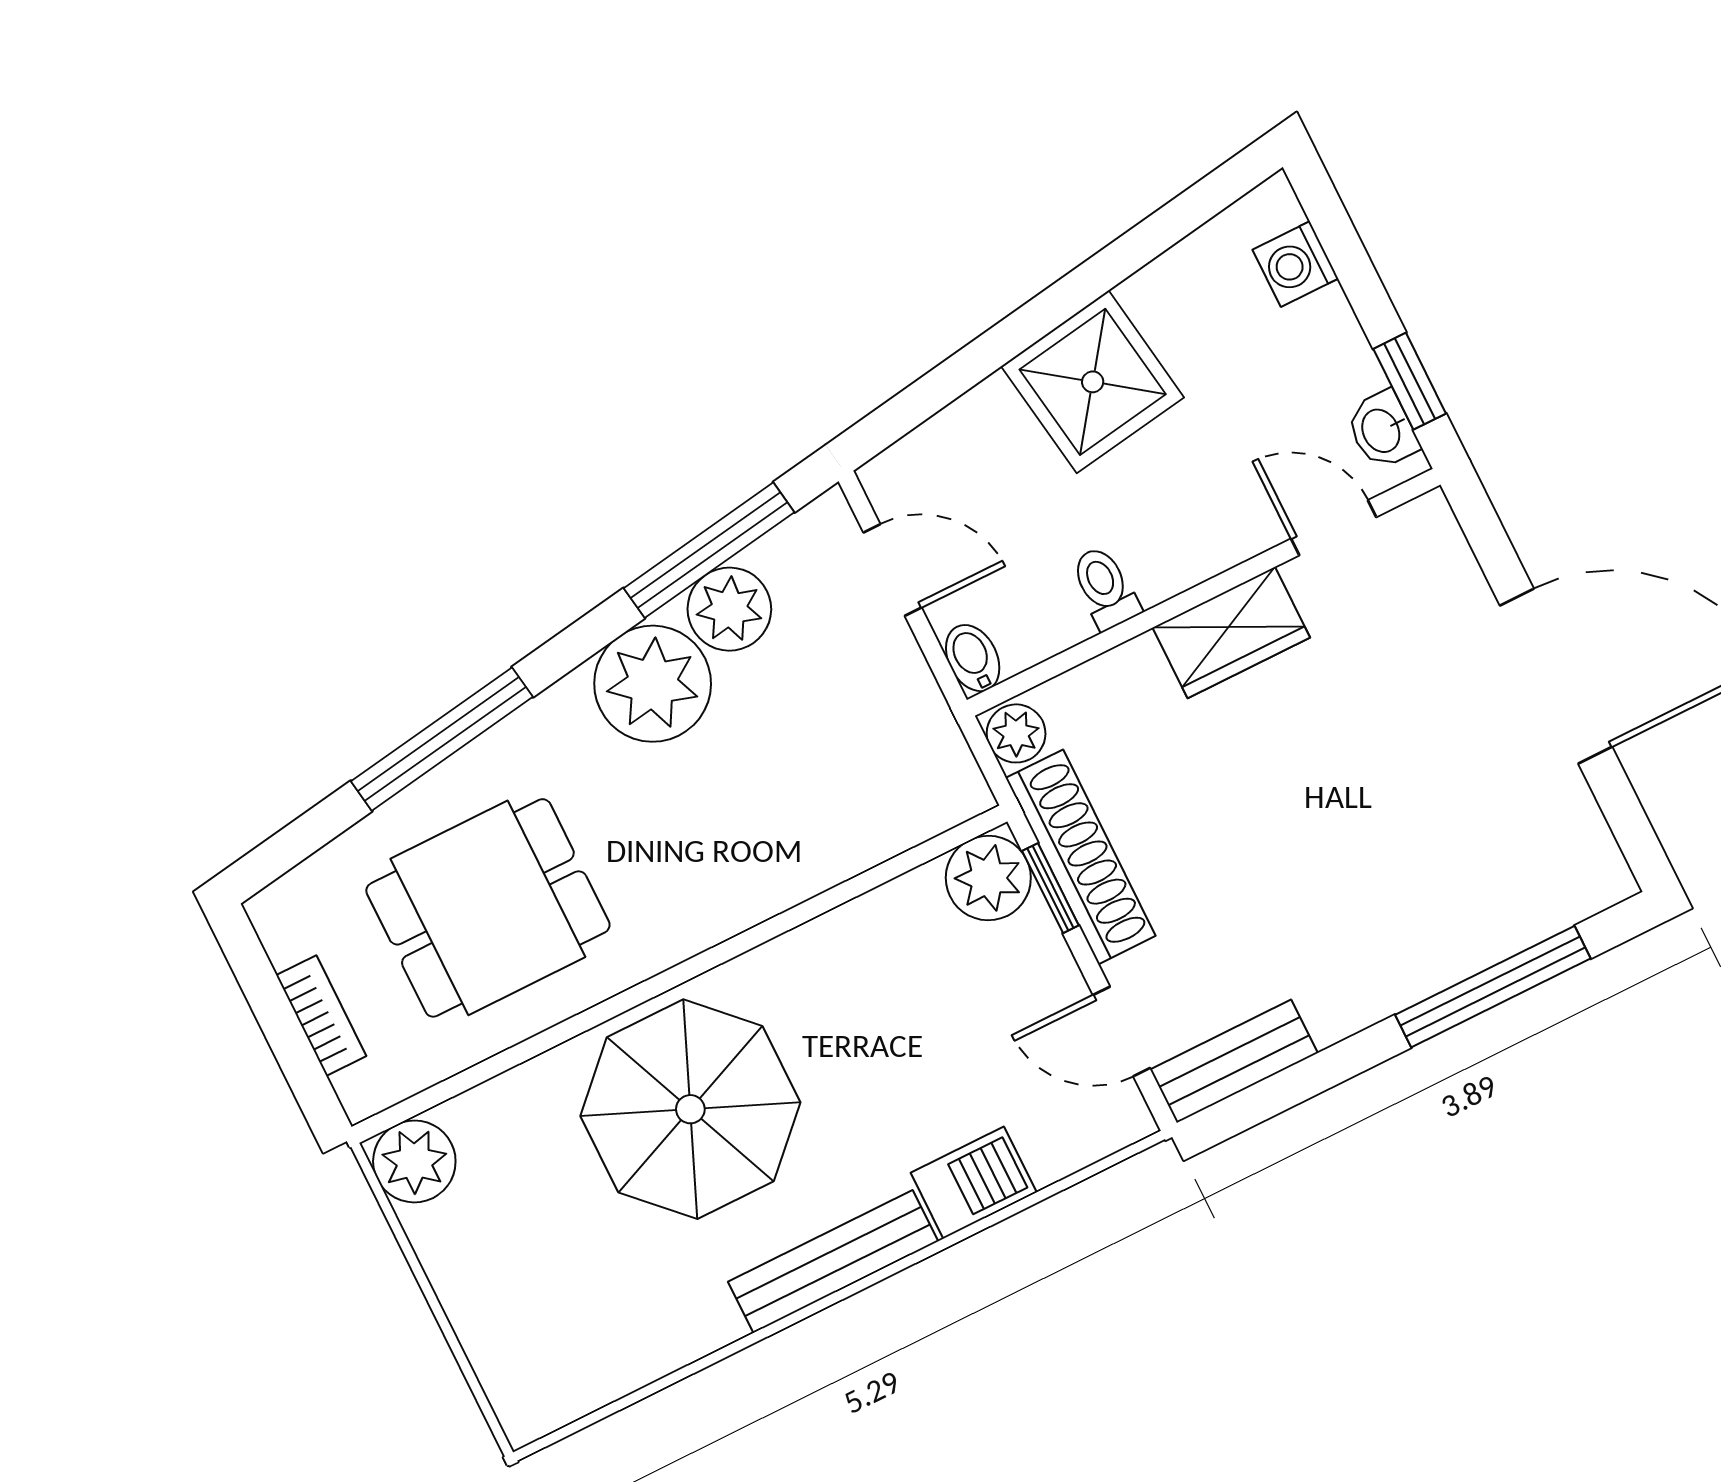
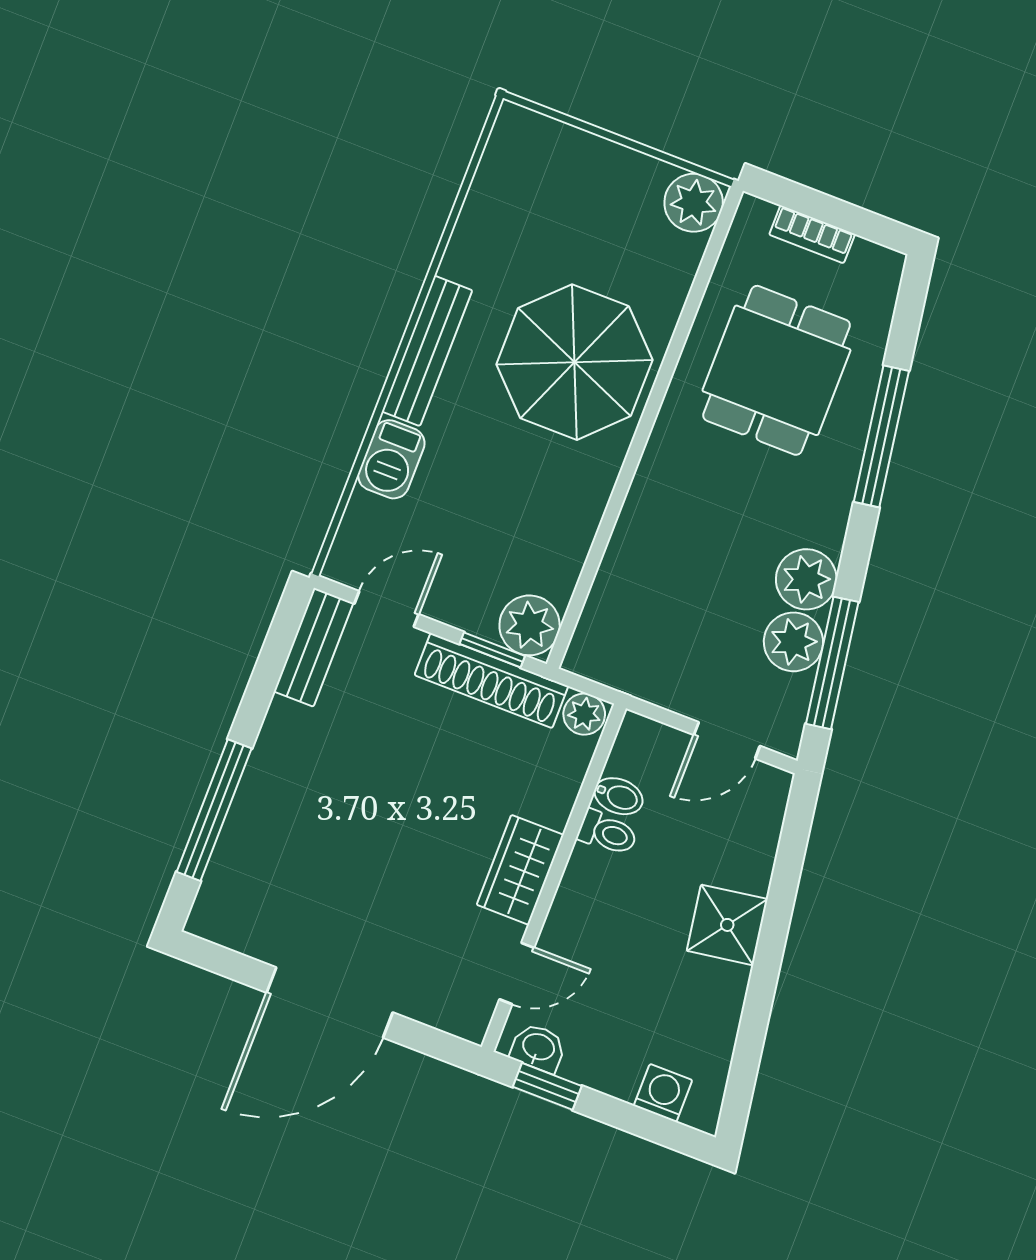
shower: (1093, 382) -> (727, 925), width x0.73, depth x0.73
bidet: (973, 658) -> (619, 796), moved
plant: (653, 684) -> (806, 579), width x0.73, depth x0.73

